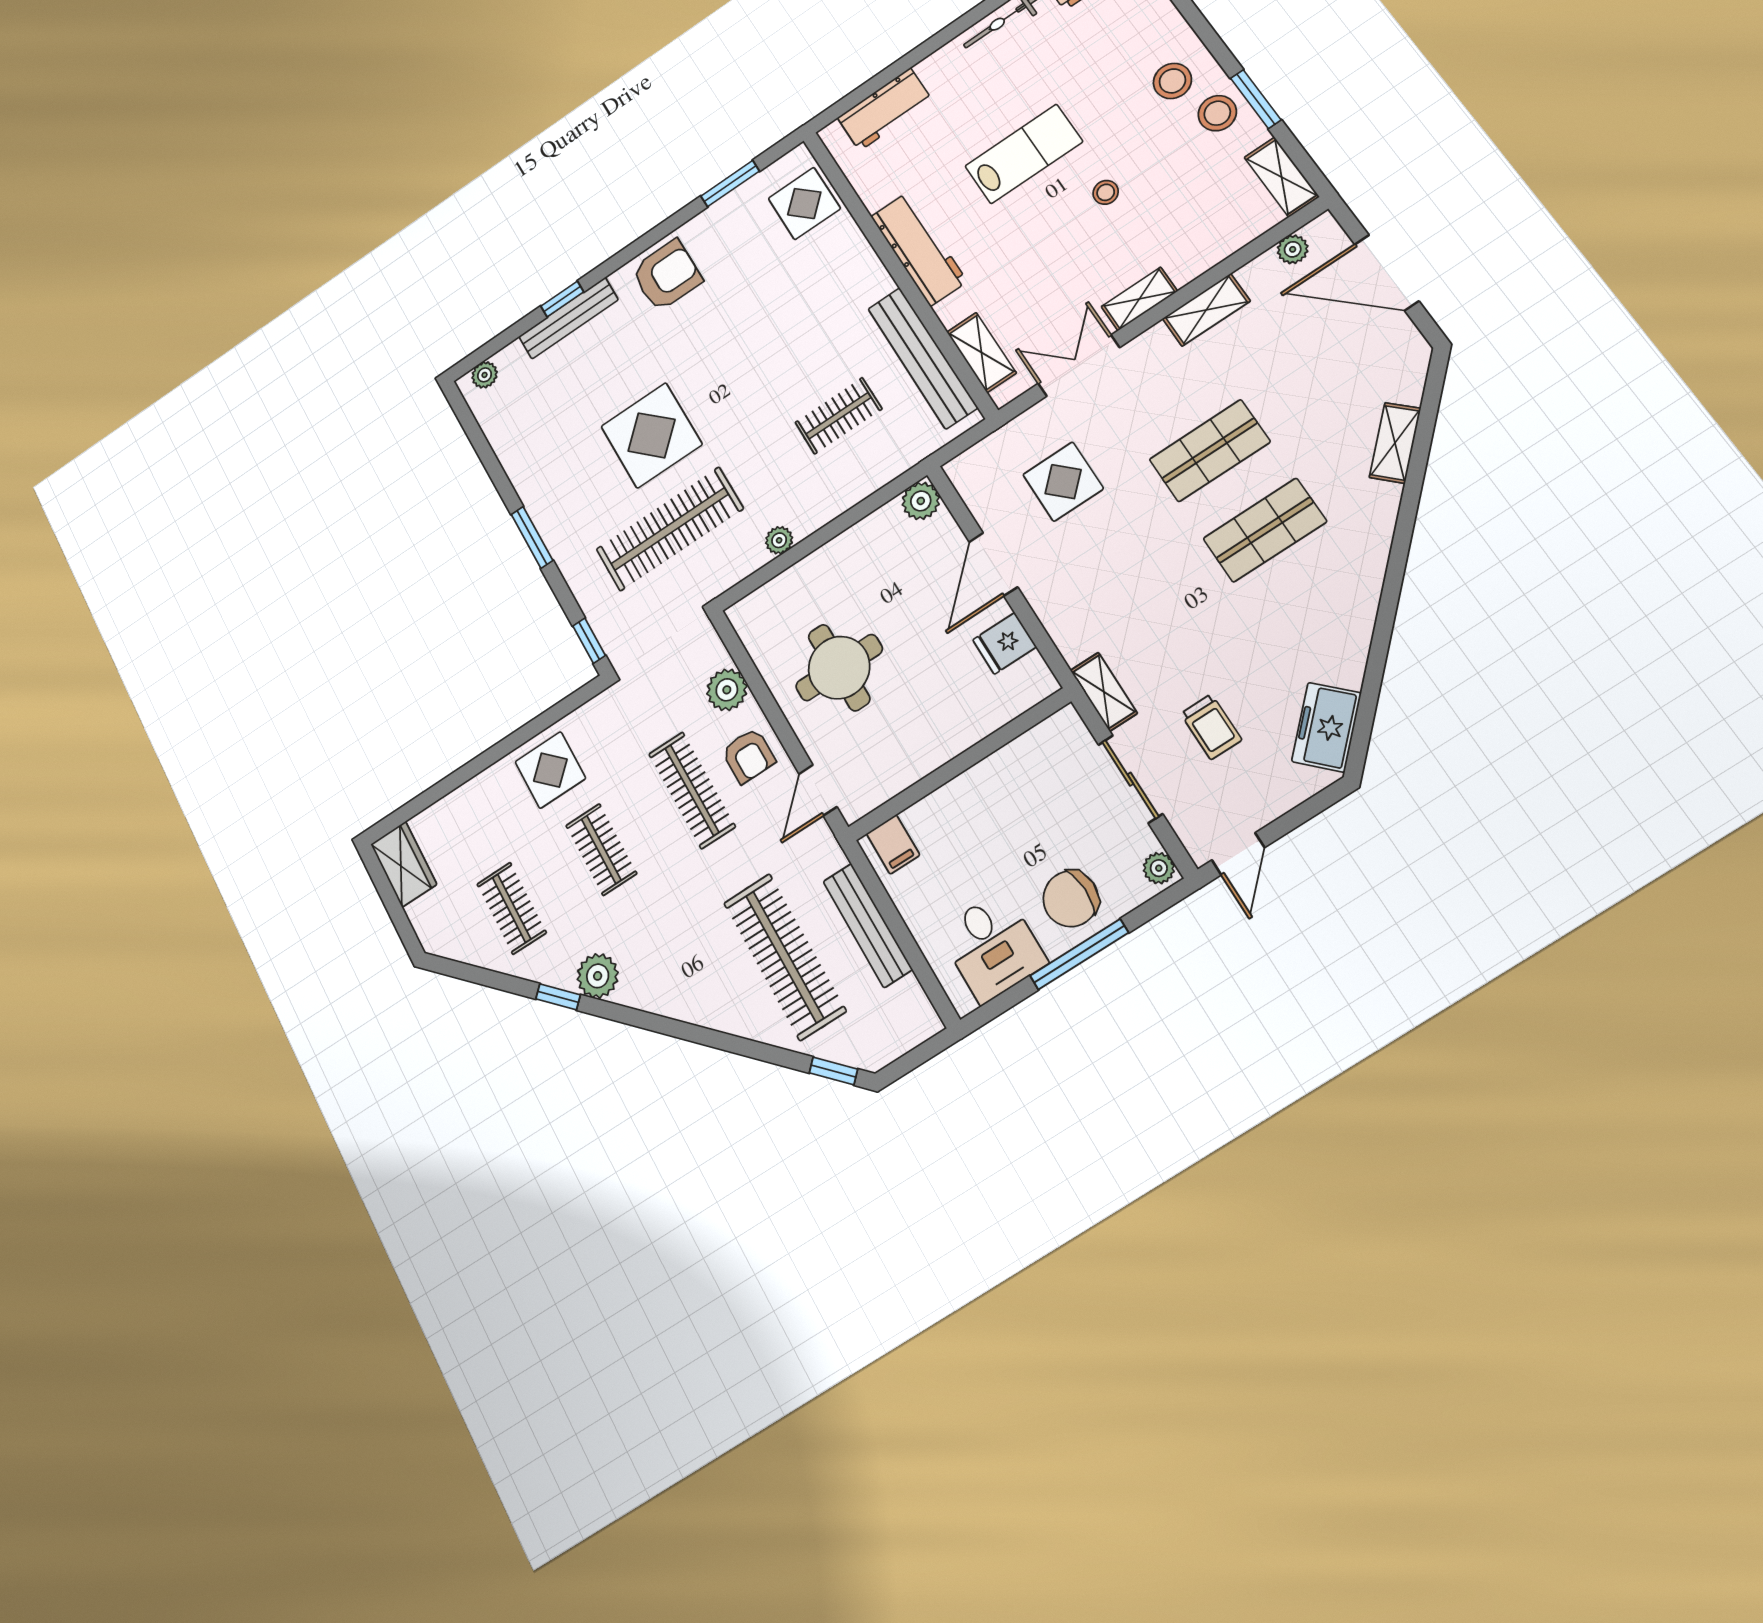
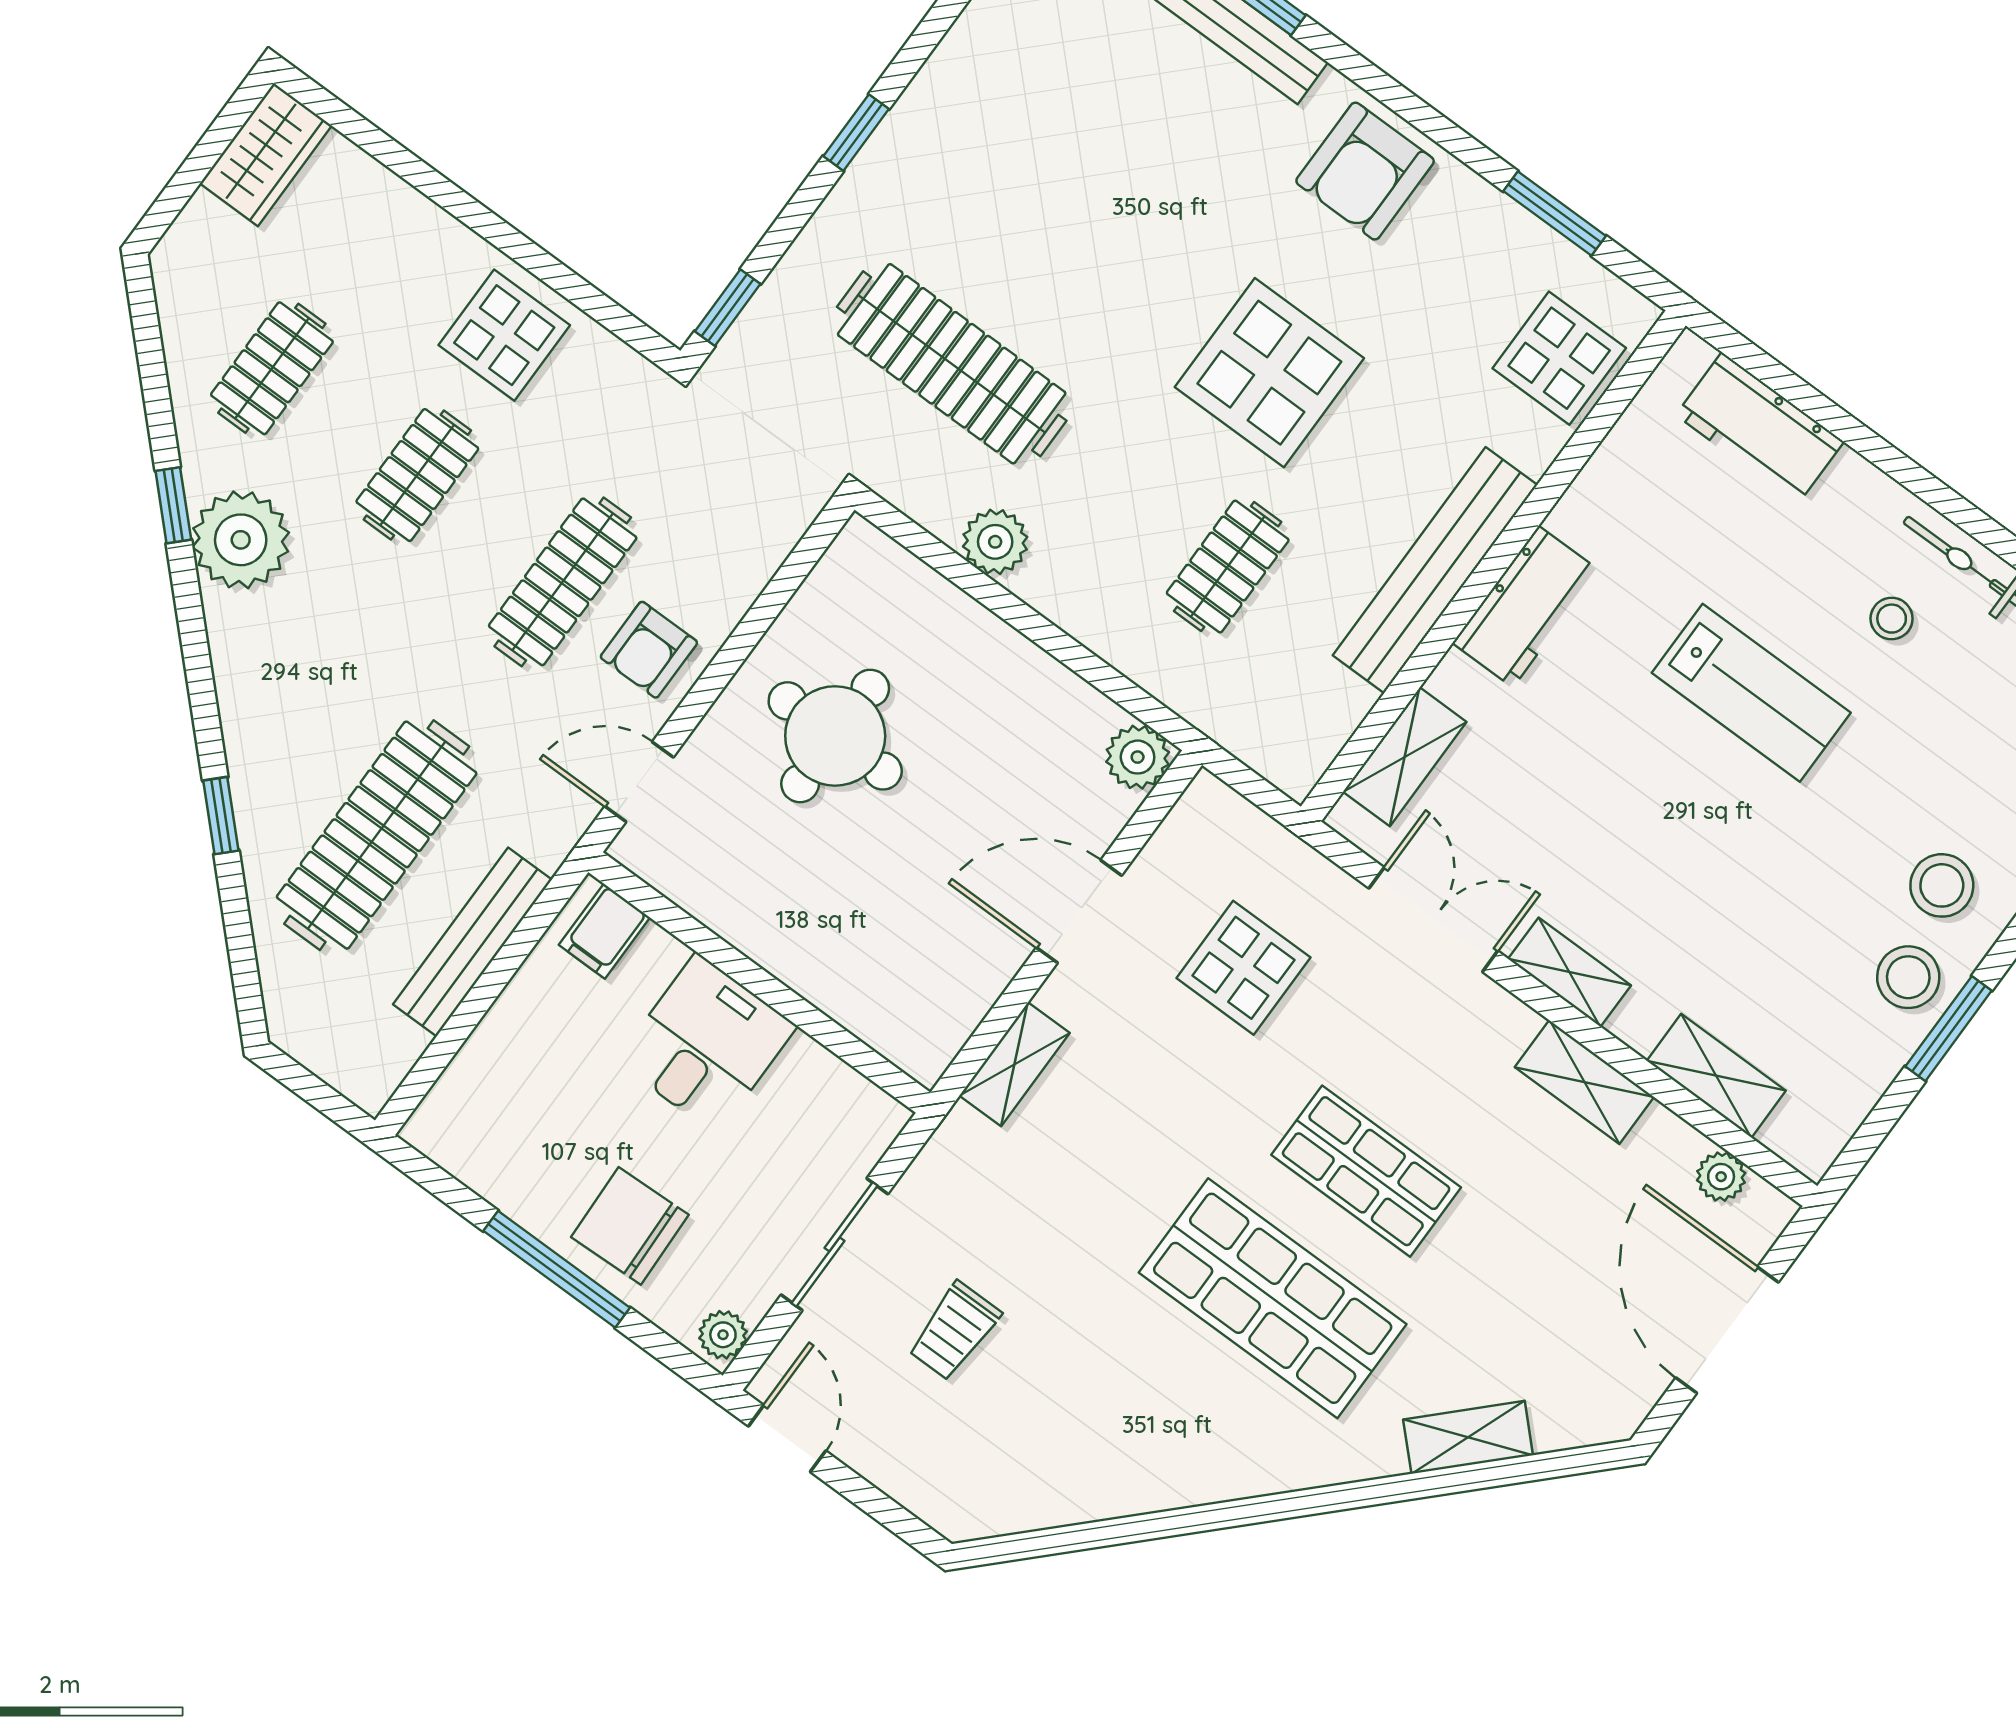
shelving: (1282, 177) -> (1716, 1076), moved, turned 90
stool: (1106, 192) -> (1892, 619), moved
workbench: (919, 249) -> (1526, 607), width x0.73
armchair: (667, 275) -> (1365, 171), turned 90
bench: (922, 358) -> (1435, 570), moved
clothes rail: (838, 416) -> (1228, 566), turned 90
display table: (652, 435) -> (1269, 373), moved
shop shelf: (1265, 530) -> (1273, 1298), width x1.43, depth x1.36
window: (532, 537) -> (856, 133), width x0.67
plant: (779, 540) -> (995, 542), width x1.38, depth x1.38
fridge: (1004, 643) -> (965, 978), removed
plant: (727, 690) -> (735, 571), removed
shelving: (1104, 692) -> (1014, 1064), moved
freezer: (1326, 727) -> (1014, 1494), removed
door: (1238, 854) -> (787, 1438), swing flipped
desk: (992, 947) -> (706, 1044), moved, turned 180
plant: (598, 976) -> (241, 540), width x1.36, depth x1.36
window: (833, 1071) -> (221, 816), moved

